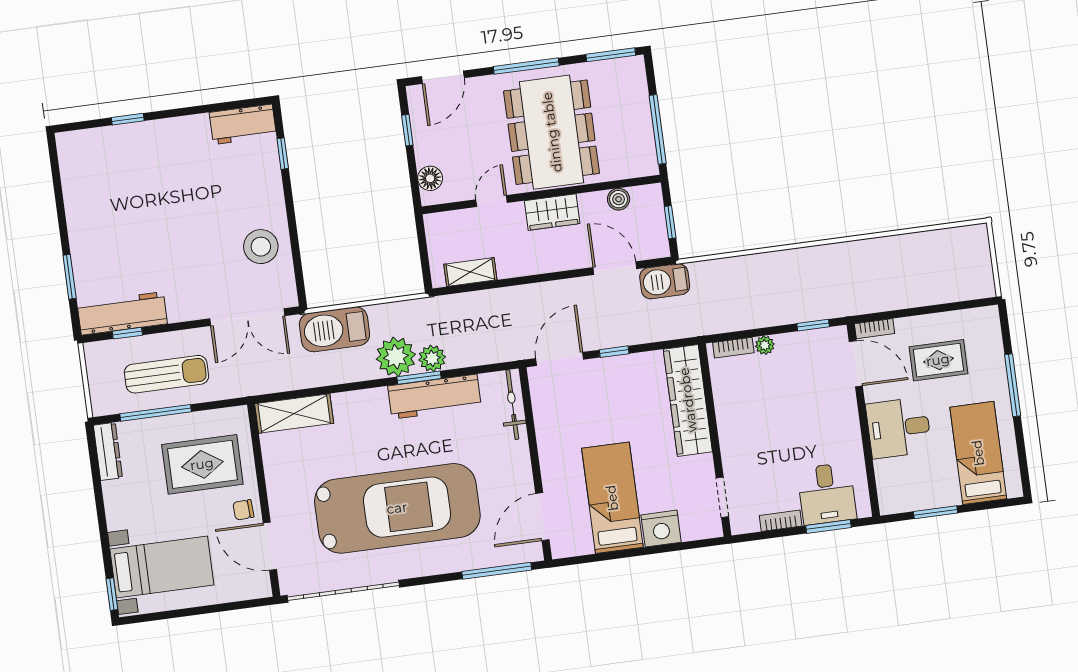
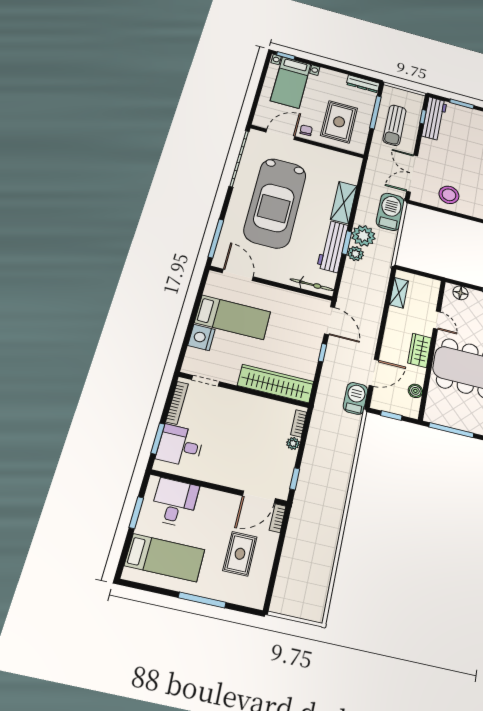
shelving: (294, 414) -> (344, 203), moved
desk: (899, 428) -> (175, 502), moved
bookcase: (781, 521) -> (177, 403), width x1.56

